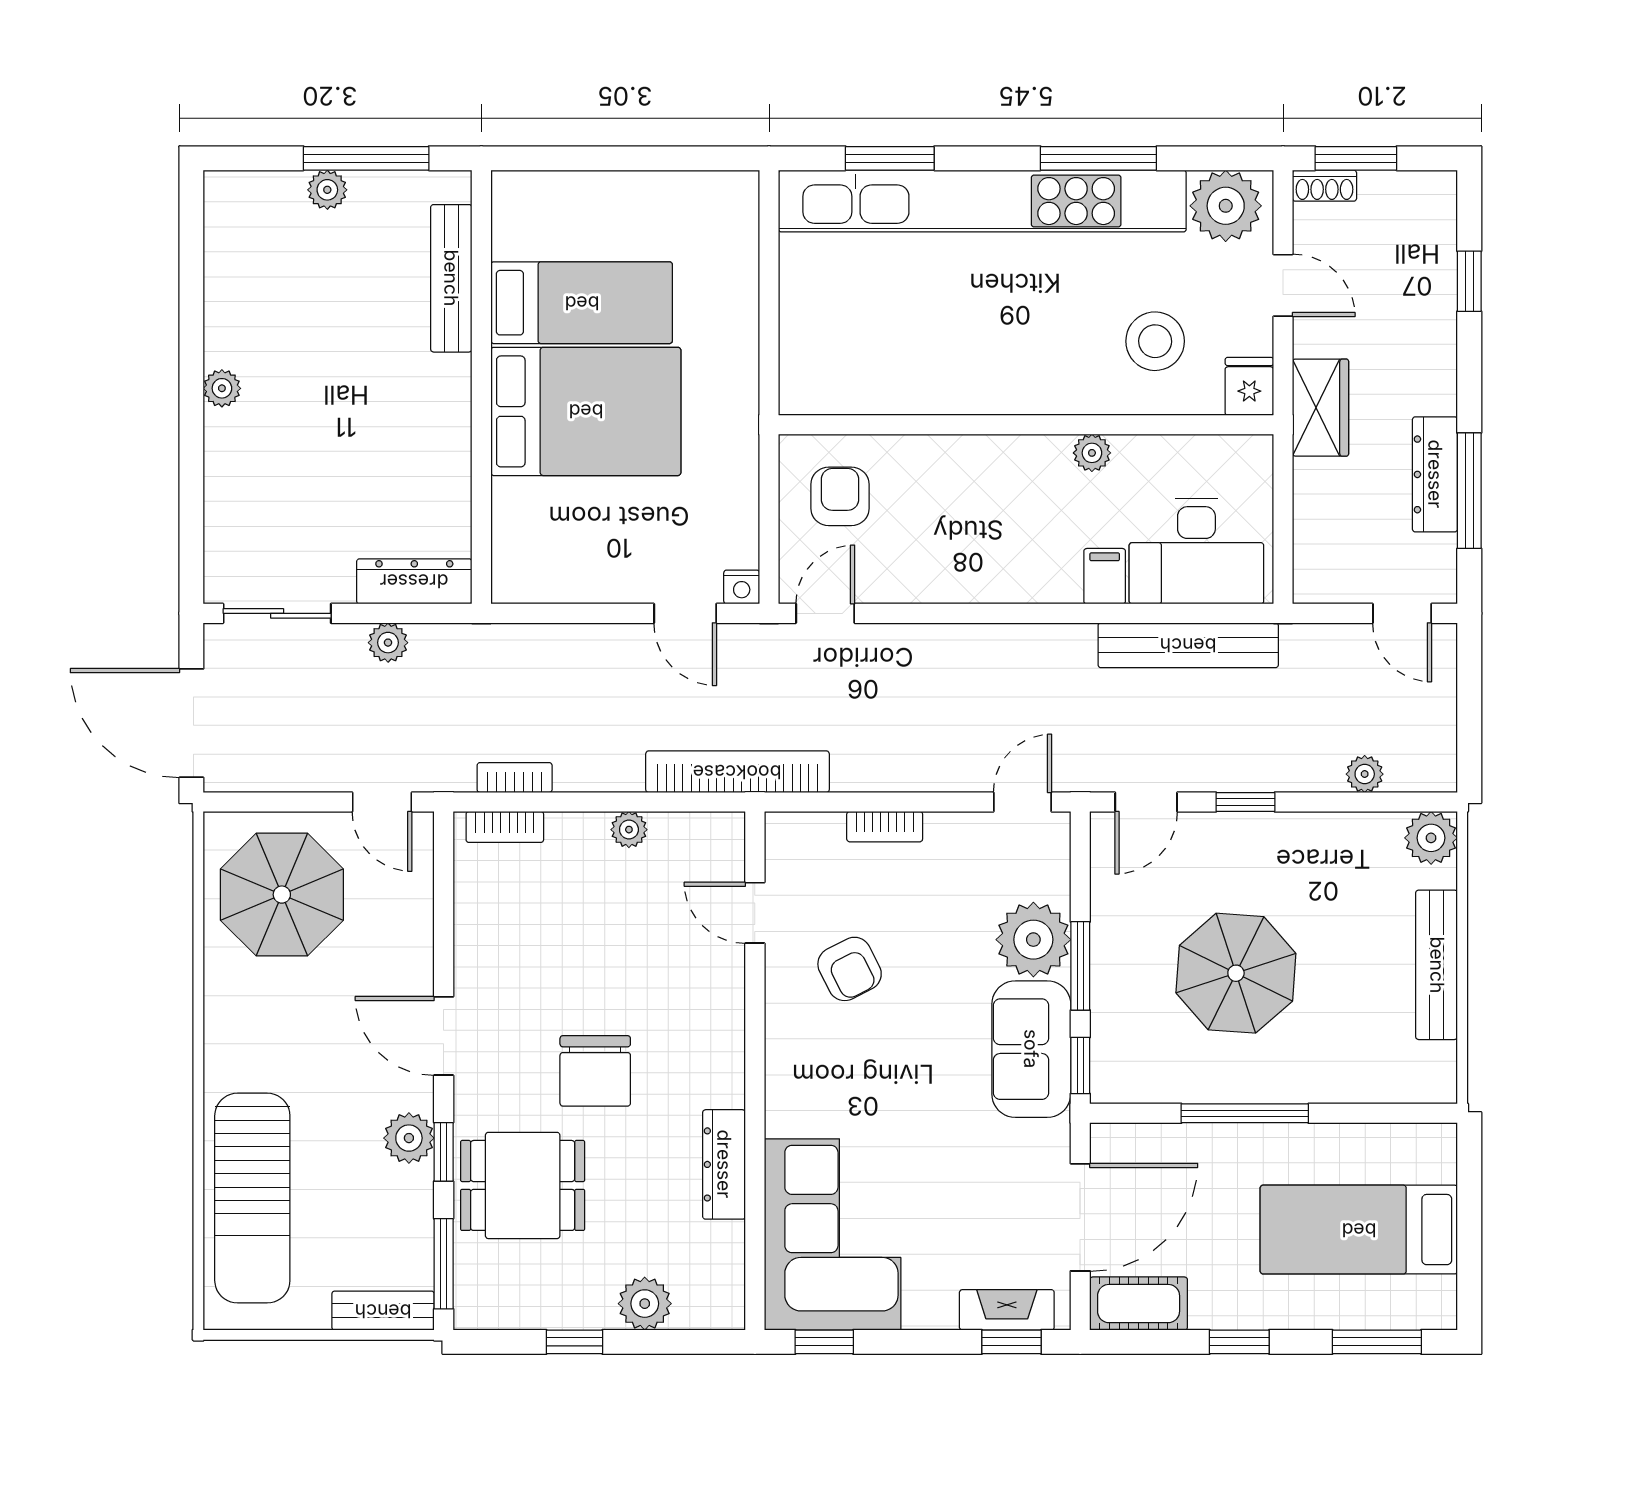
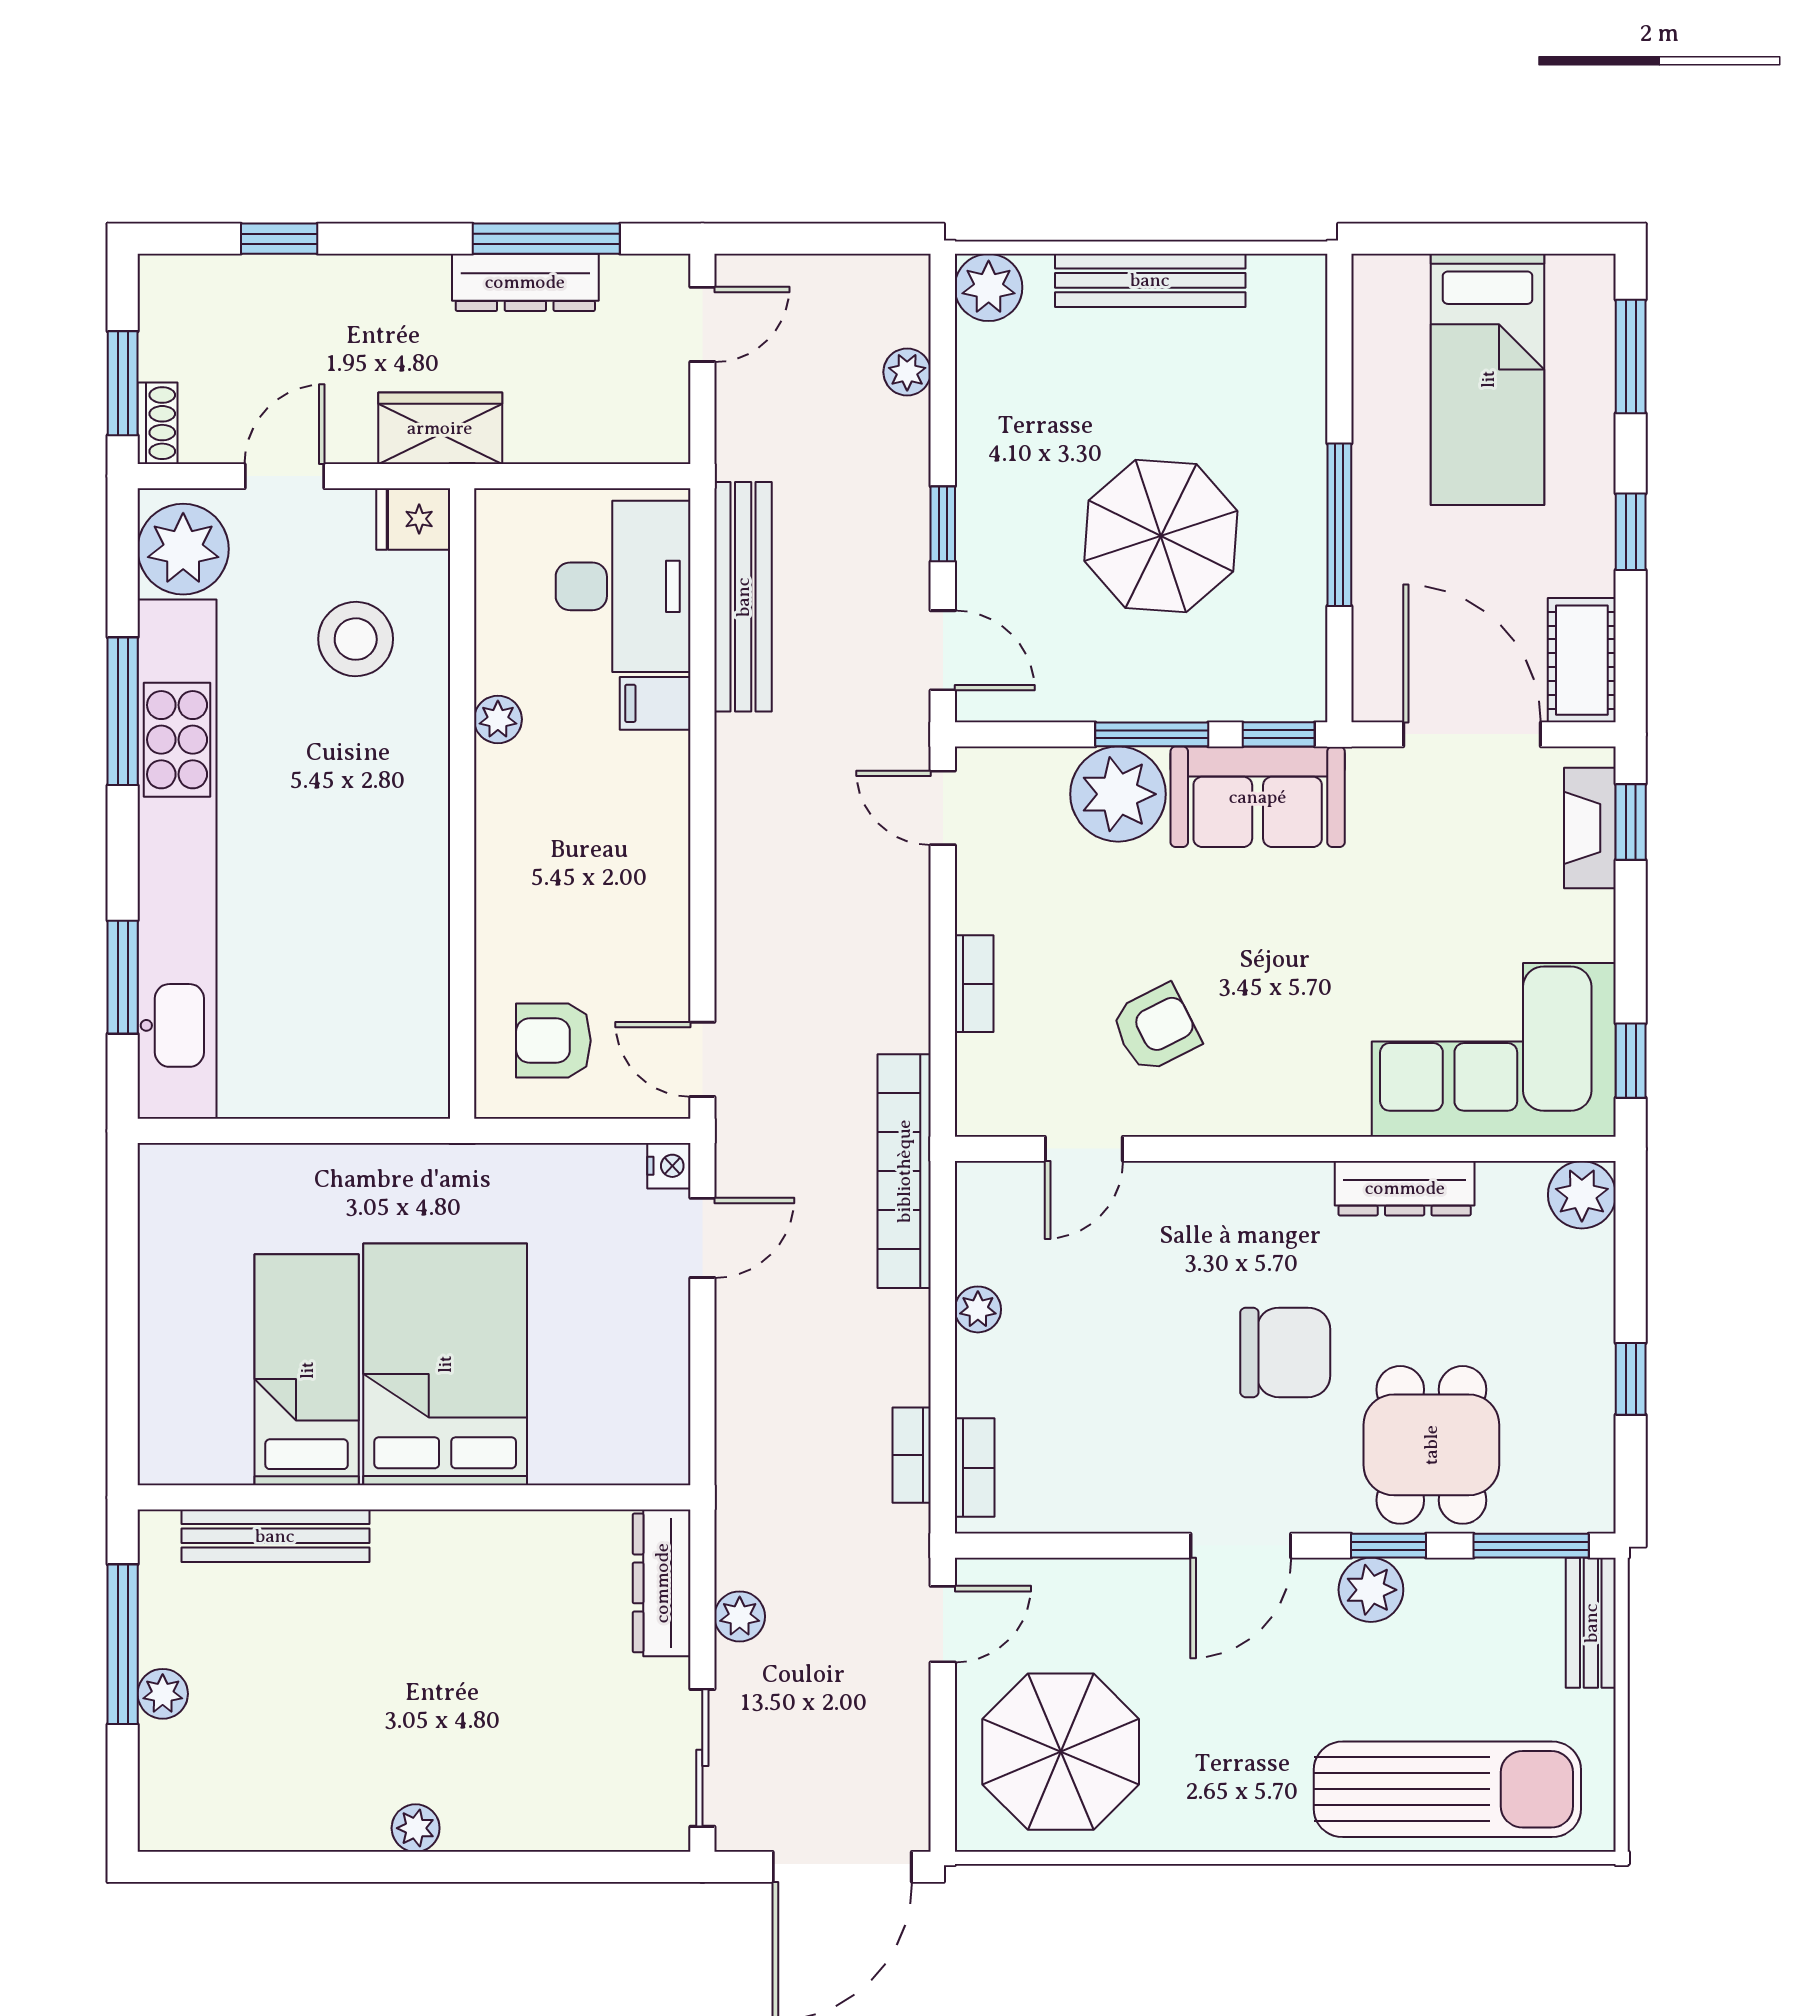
plant: (645, 1304) -> (1582, 1195), moved

